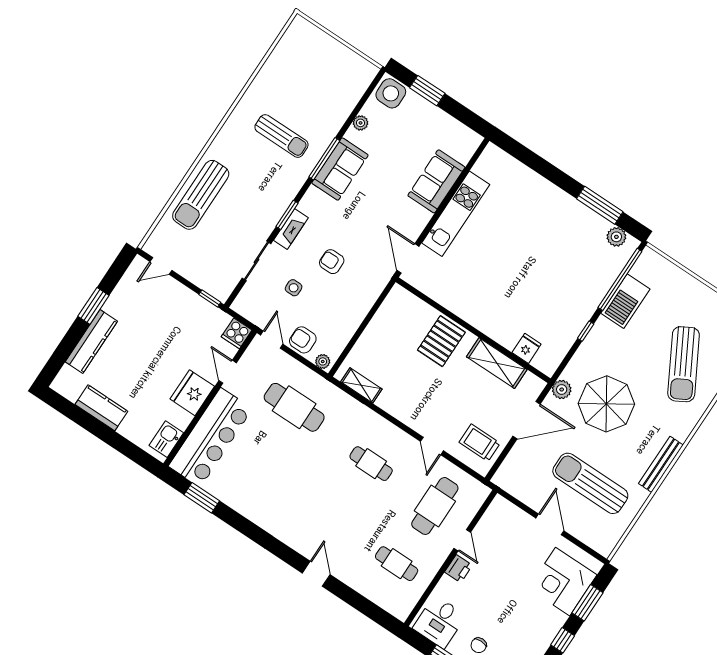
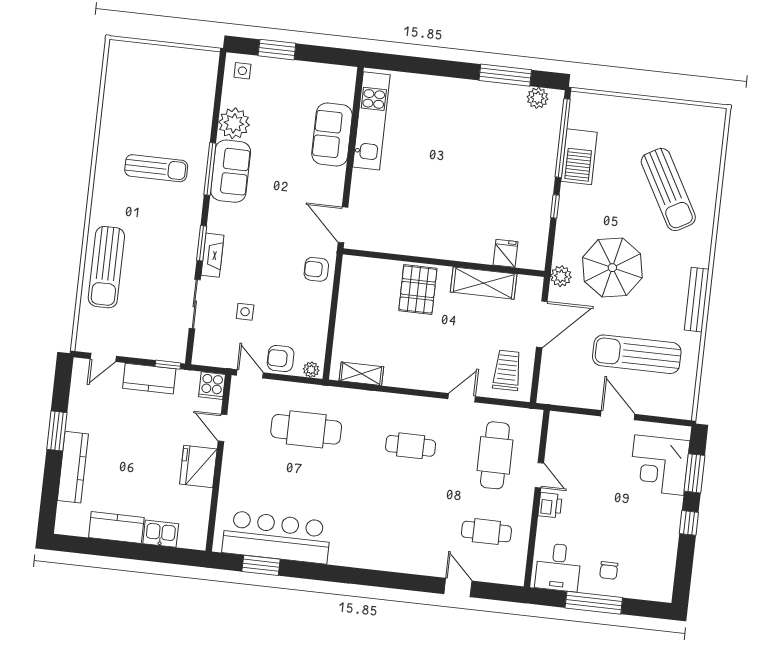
side table: (391, 93) -> (242, 71), width x0.54, depth x0.54
plant: (361, 123) -> (234, 123), width x1.87, depth x1.87
kitchen unit: (456, 214) -> (371, 121), moved
armchair: (332, 262) -> (316, 269), moved
kitchen counter: (189, 302) -> (149, 379), added
bar counter: (211, 437) -> (277, 537), moved, turned -90
kitchen sink: (166, 439) -> (161, 534), moved, turned 90
trolley: (480, 443) -> (507, 370), turned 90
door: (432, 446) -> (462, 398), swing flipped
door: (316, 574) -> (458, 587), moved

